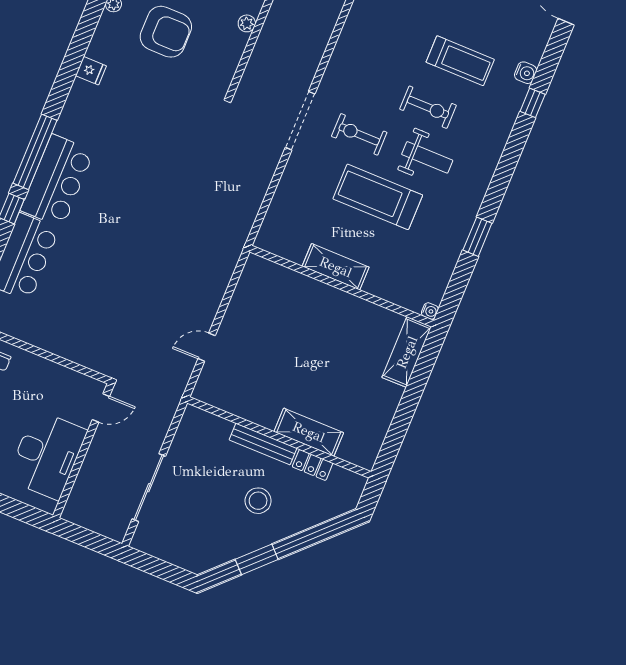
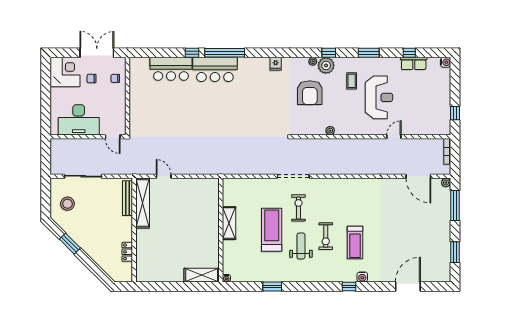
weight bench: (427, 157) -> (301, 246), turned 180
shelving: (309, 432) -> (143, 203), moved, width x1.47
bench: (263, 444) -> (128, 198), moved
stool: (258, 501) -> (67, 204), moved

